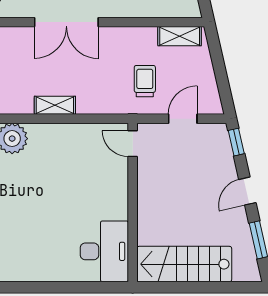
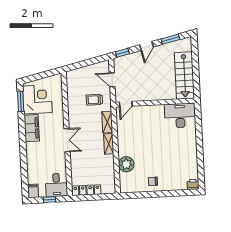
double door: (66, 22) -> (67, 140), width x0.73
shelving: (180, 36) -> (107, 122), moved
door: (247, 191) -> (146, 46), hinge flipped

